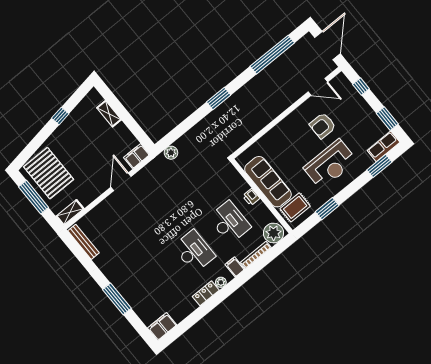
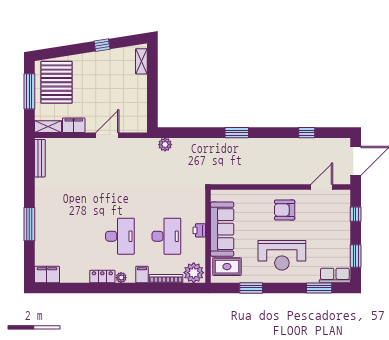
window: (272, 55) -> (307, 133), width x0.32
door: (318, 87) -> (322, 187), swing flipped
shelving: (109, 114) -> (141, 61), moved
armchair: (323, 126) -> (285, 210), moved
filing cabinet: (137, 156) -> (74, 125), moved

